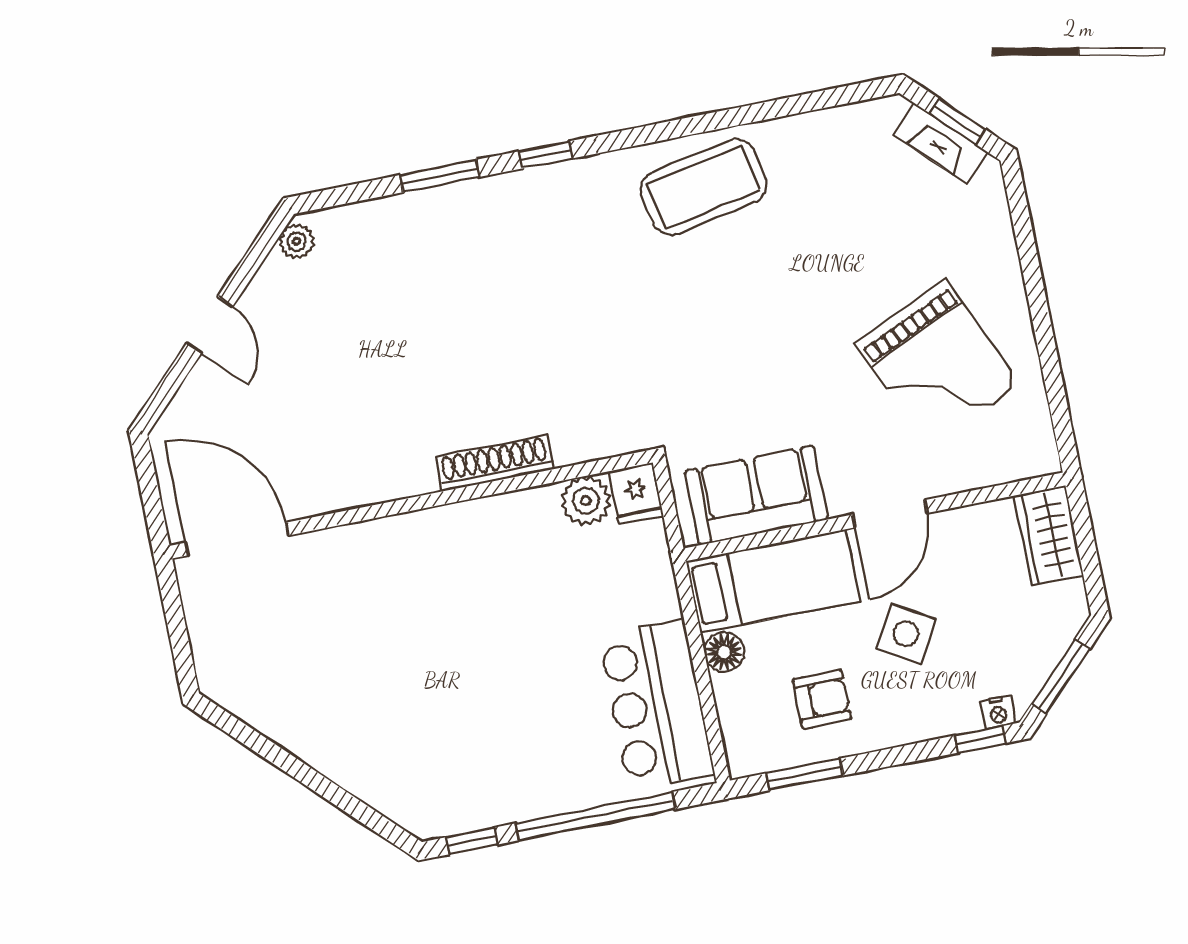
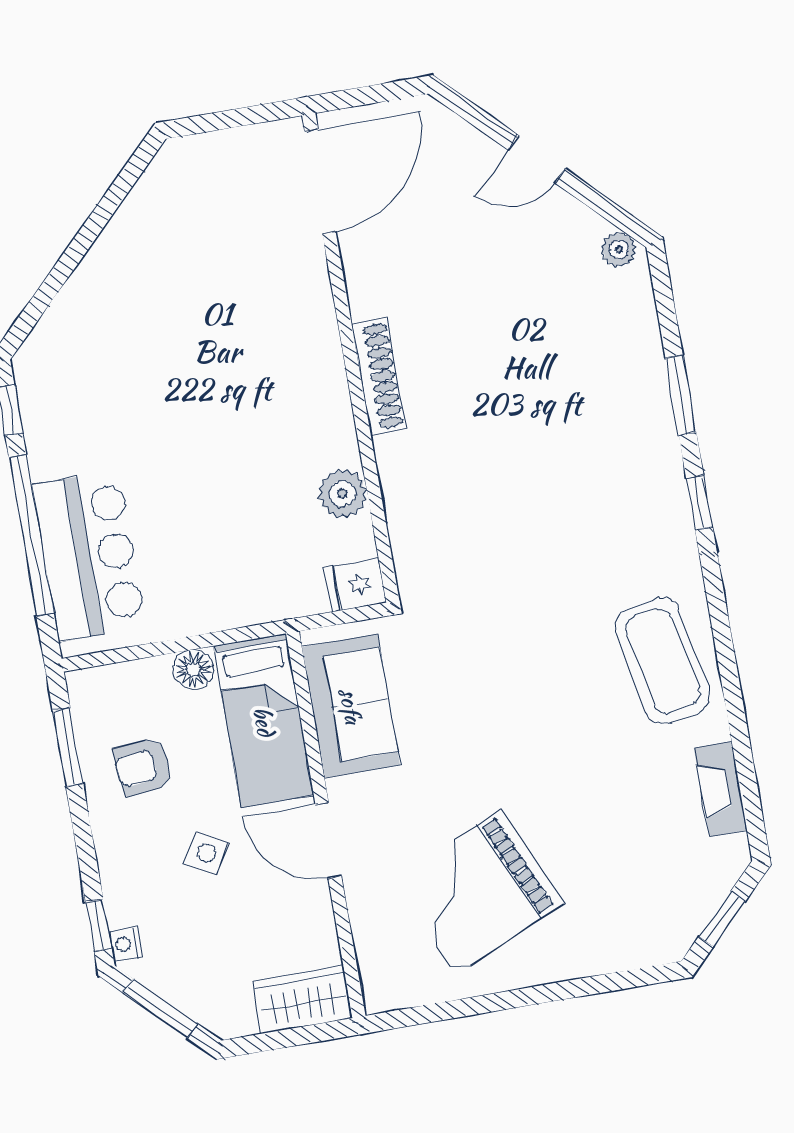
fireplace: (941, 143) -> (721, 789), moved, turned -45
shoe rack: (495, 463) -> (379, 377), moved
plant: (586, 501) -> (343, 494), moved
side table: (906, 634) -> (207, 853), width x0.73, depth x0.73
armchair: (822, 699) -> (143, 767), turned 84
bar counter: (657, 705) -> (89, 556), moved, turned 90

